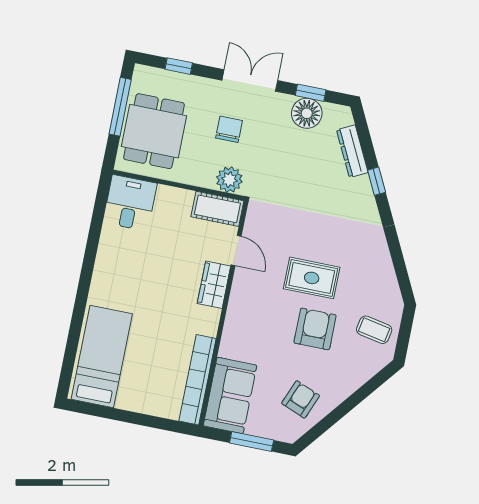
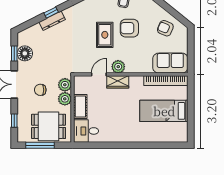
dresser: (352, 151) -> (52, 21), moved
plant: (202, 174) -> (65, 99), added
cot: (217, 209) -> (80, 106), moved
plant: (244, 292) -> (118, 67), added
bed: (102, 356) -> (164, 111), moved
window: (252, 442) -> (191, 48), removed

